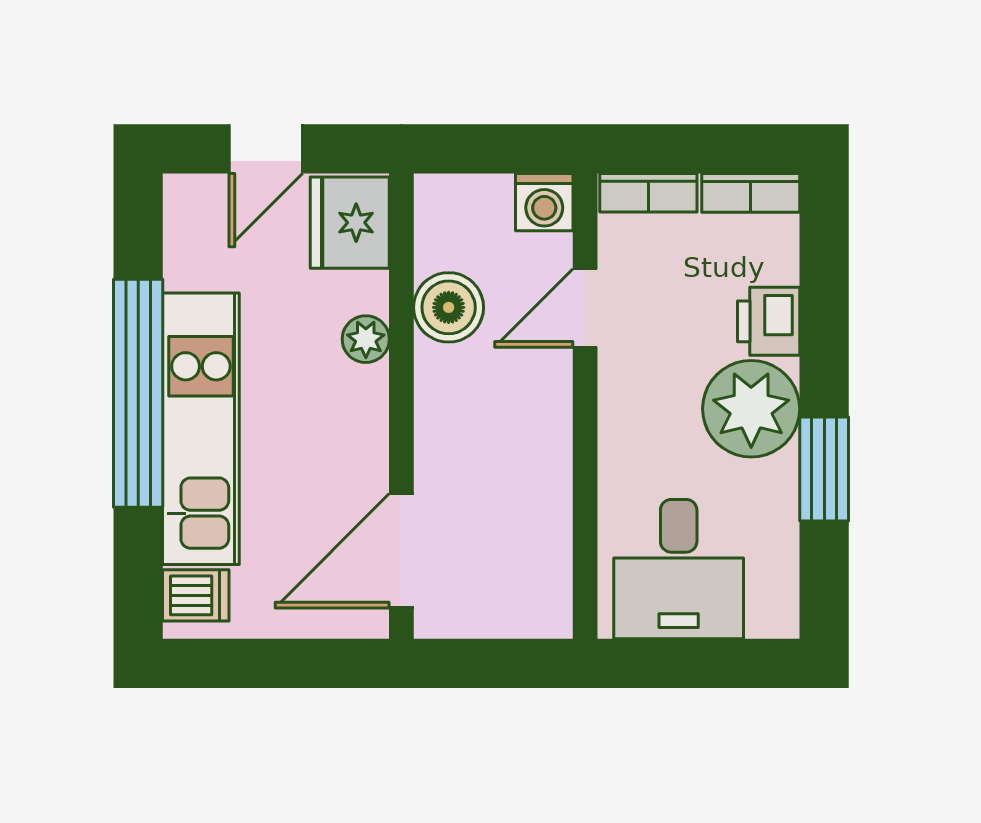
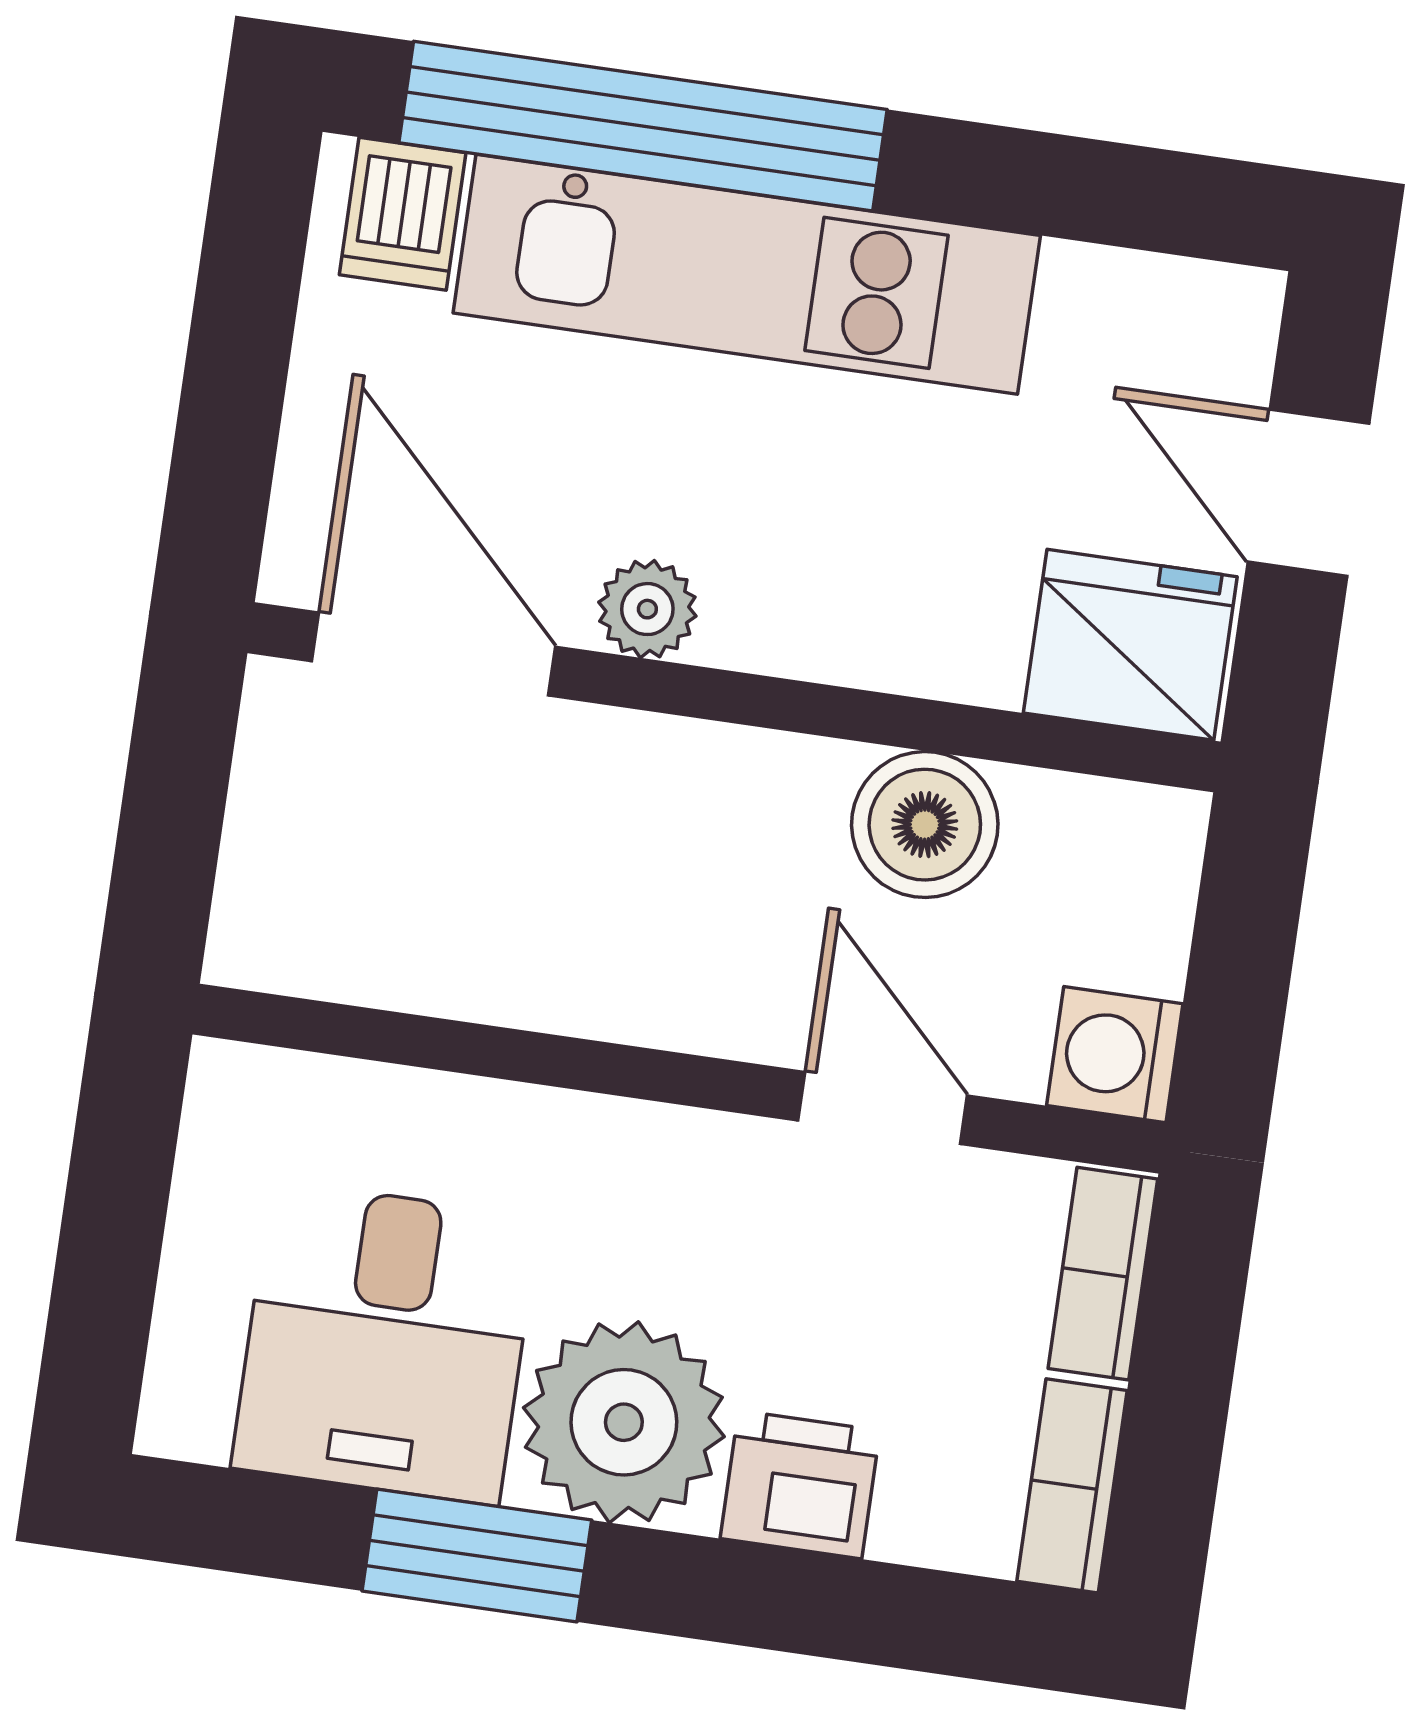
plant: (366, 339) -> (647, 609), moved
window: (138, 393) -> (643, 126), moved
desk: (679, 569) -> (385, 1343), moved, turned -90

